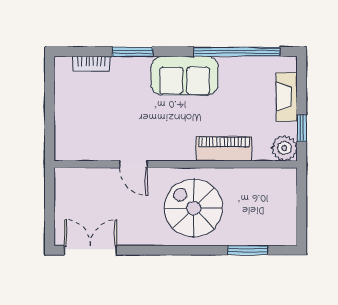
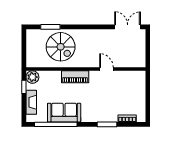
sofa: (185, 76) -> (64, 113), moved
piano: (224, 149) -> (75, 77), moved
spiral stairs: (194, 208) -> (61, 47), moved
double door: (91, 250) -> (128, 27), swing flipped

